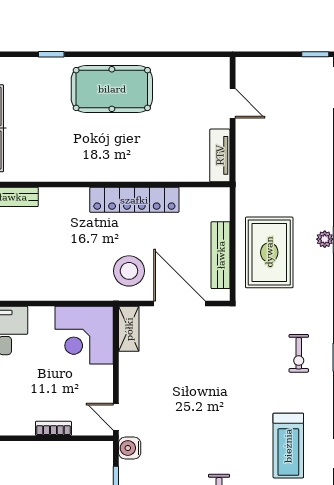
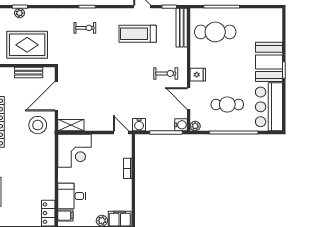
bench: (221, 255) -> (29, 73), width x0.73
door: (116, 417) -> (121, 133), swing flipped
treadmill: (288, 446) -> (138, 34), turned 180

